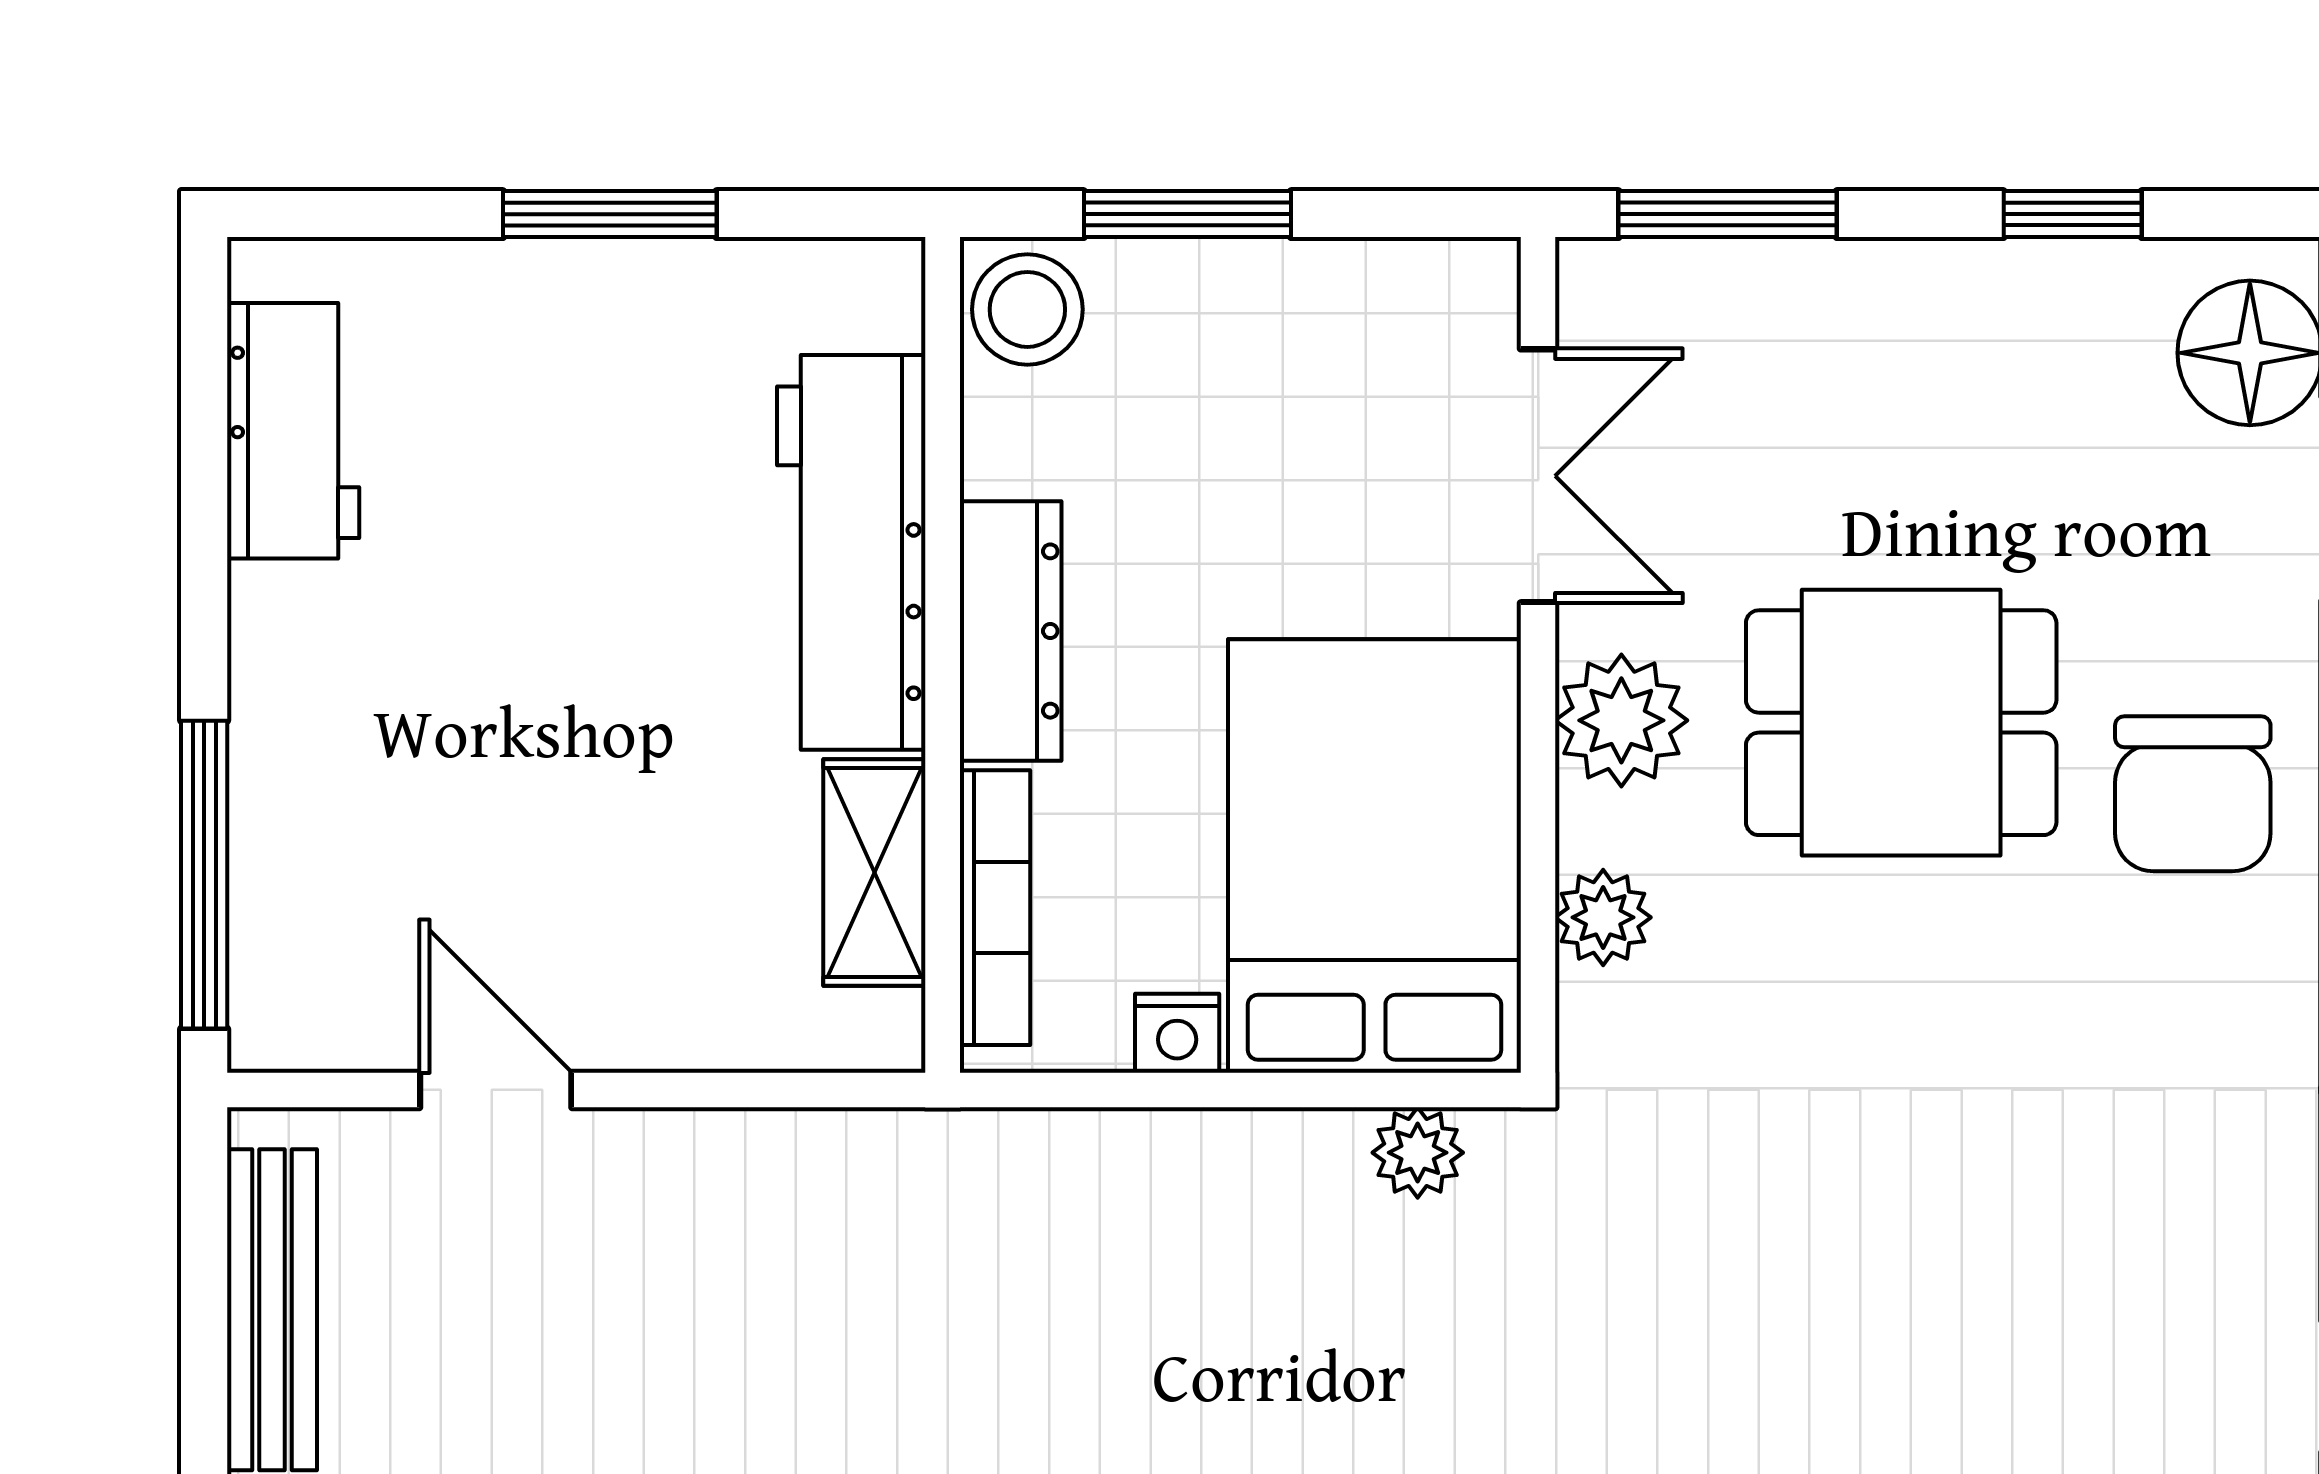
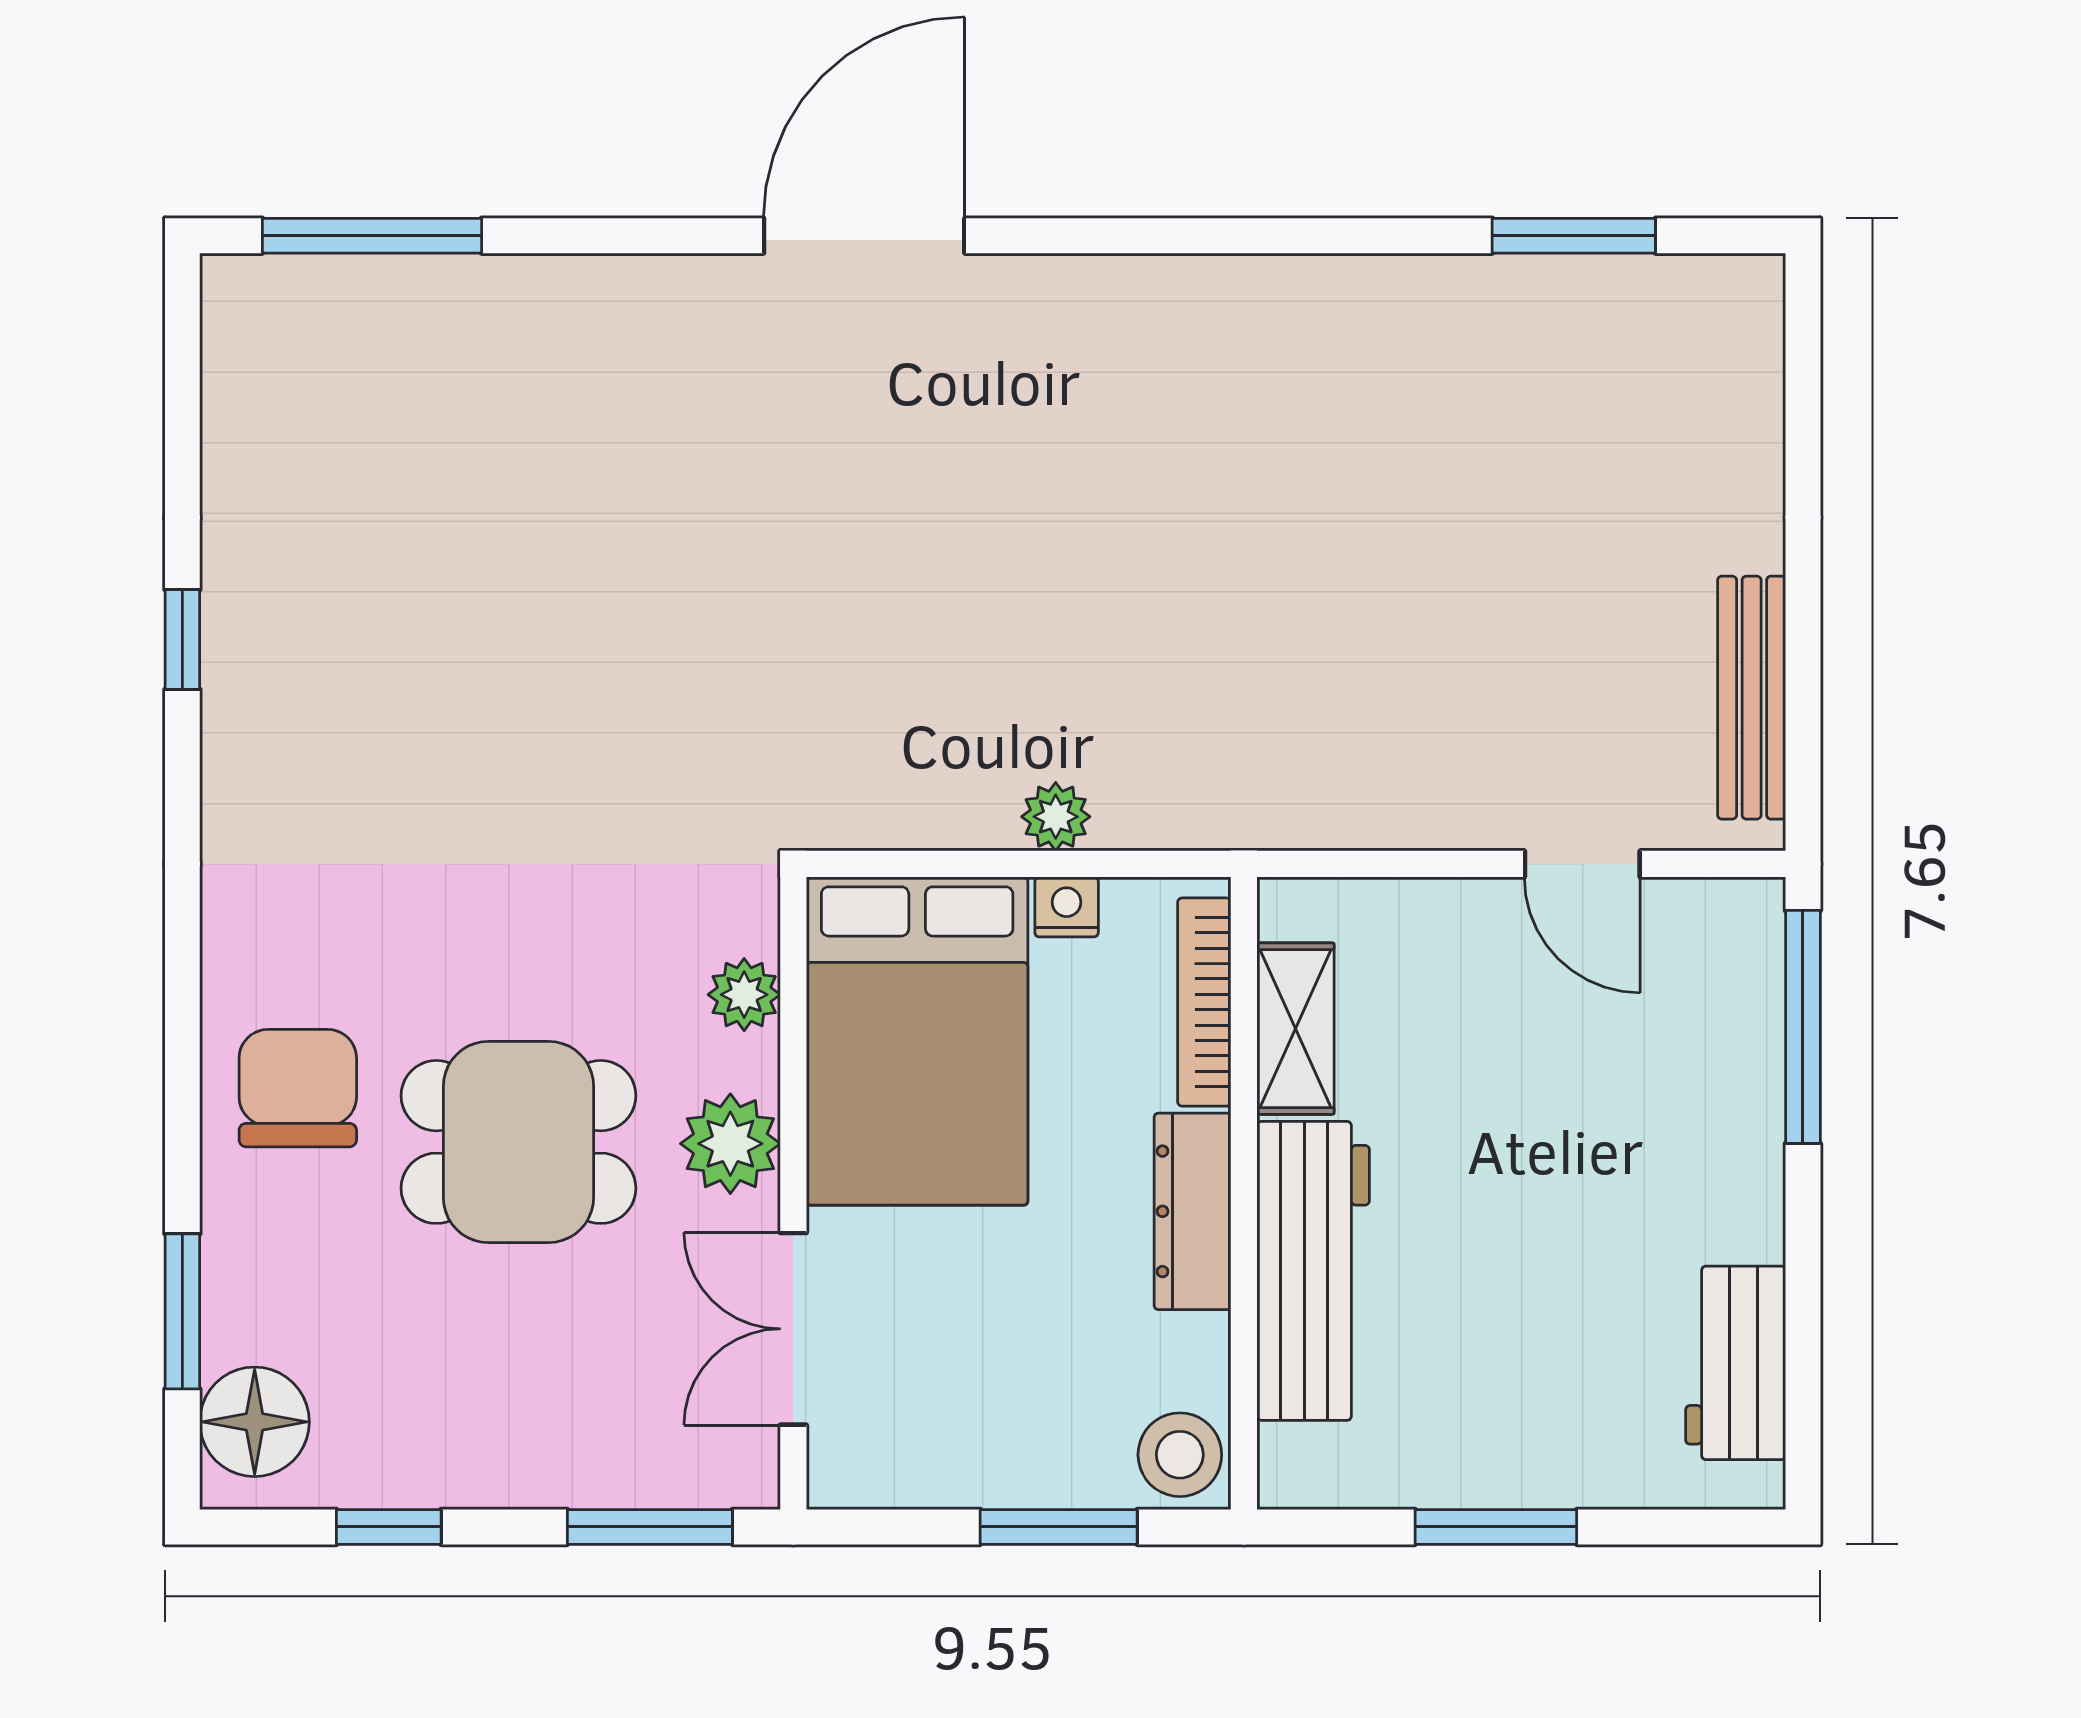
plant: (1418, 1153) -> (1056, 817), moved

